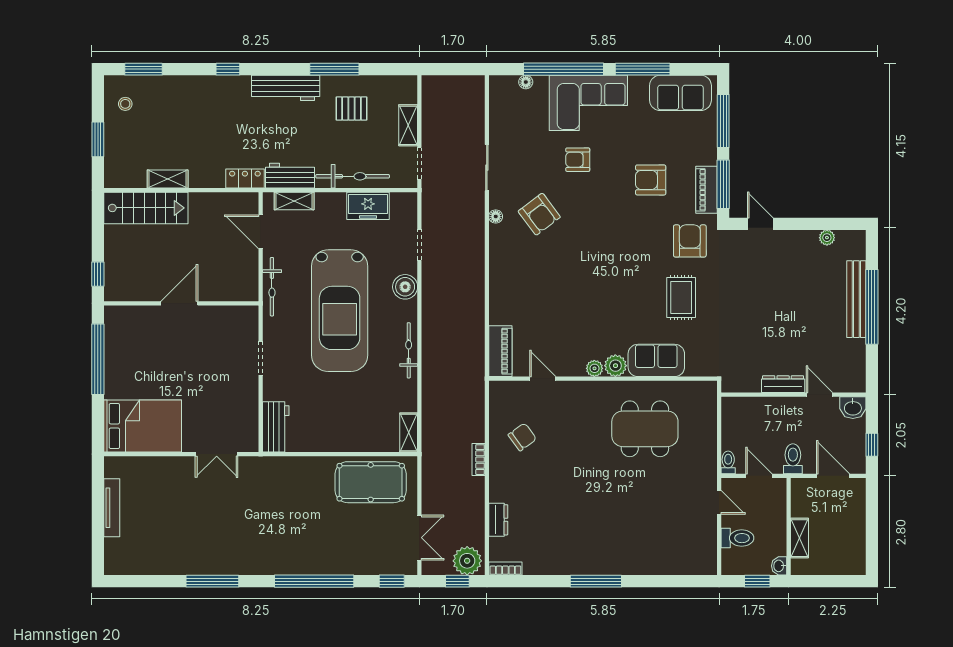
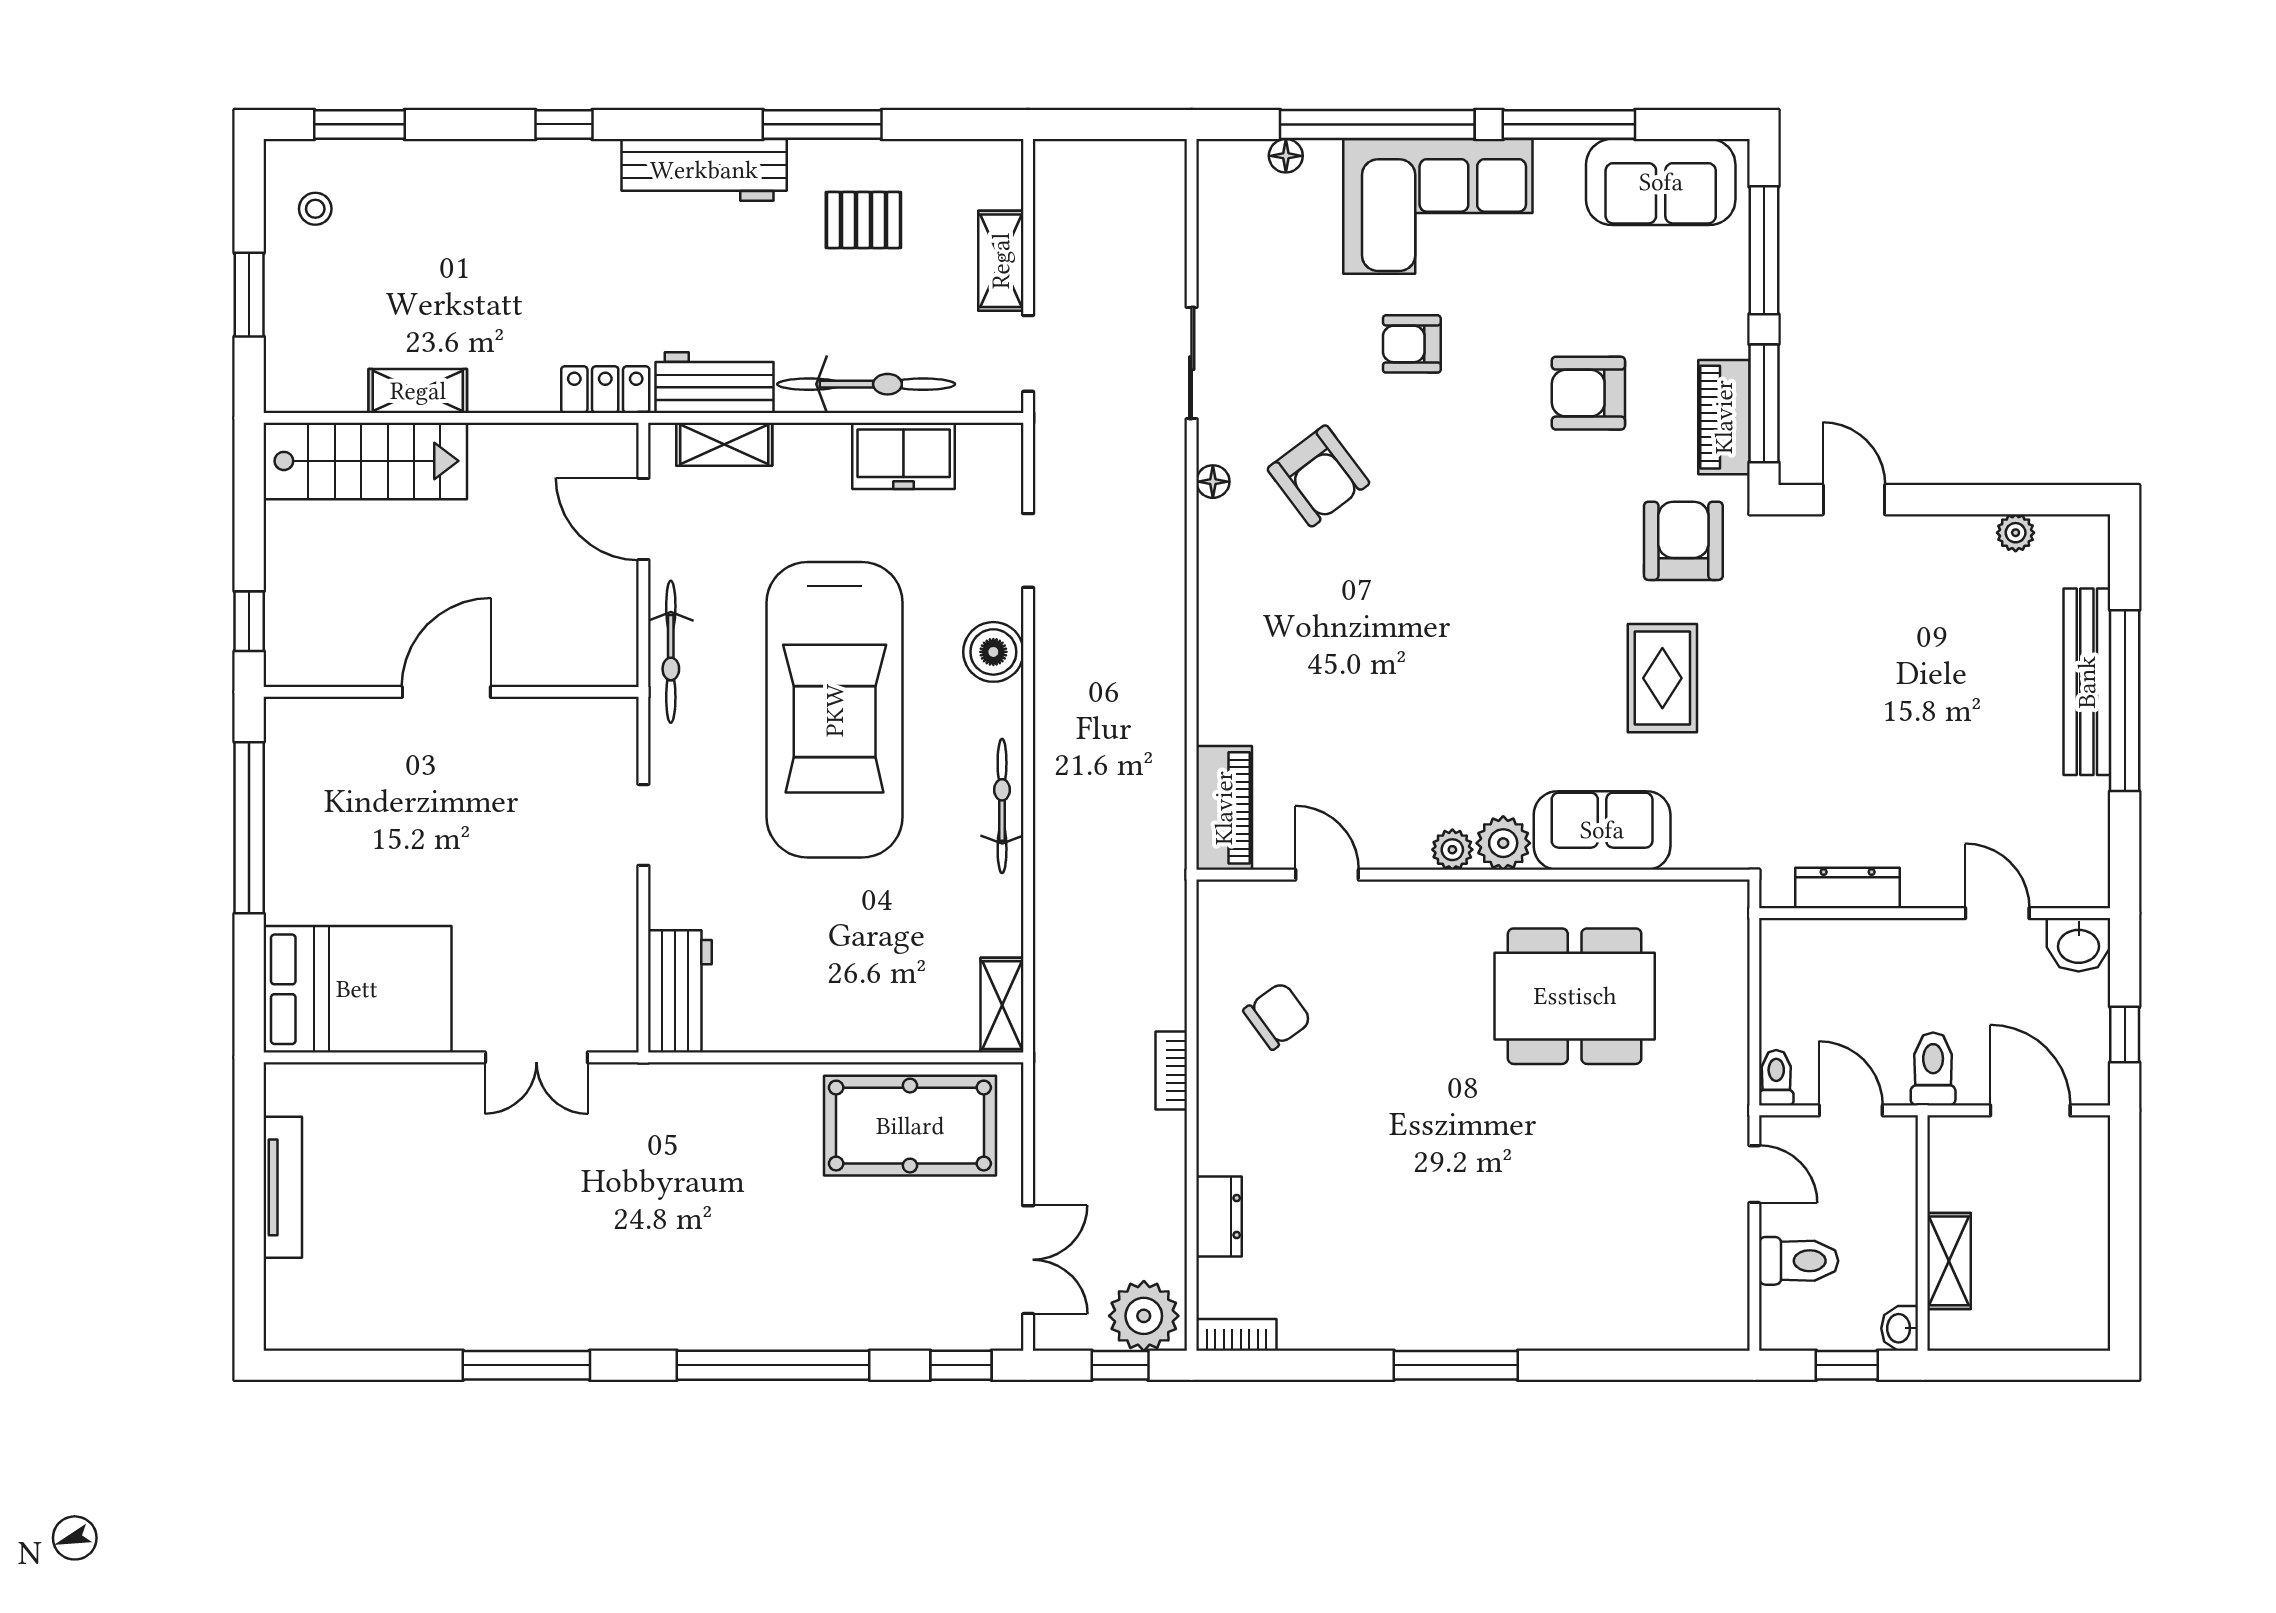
dresser: (783, 384) -> (1848, 888), moved

